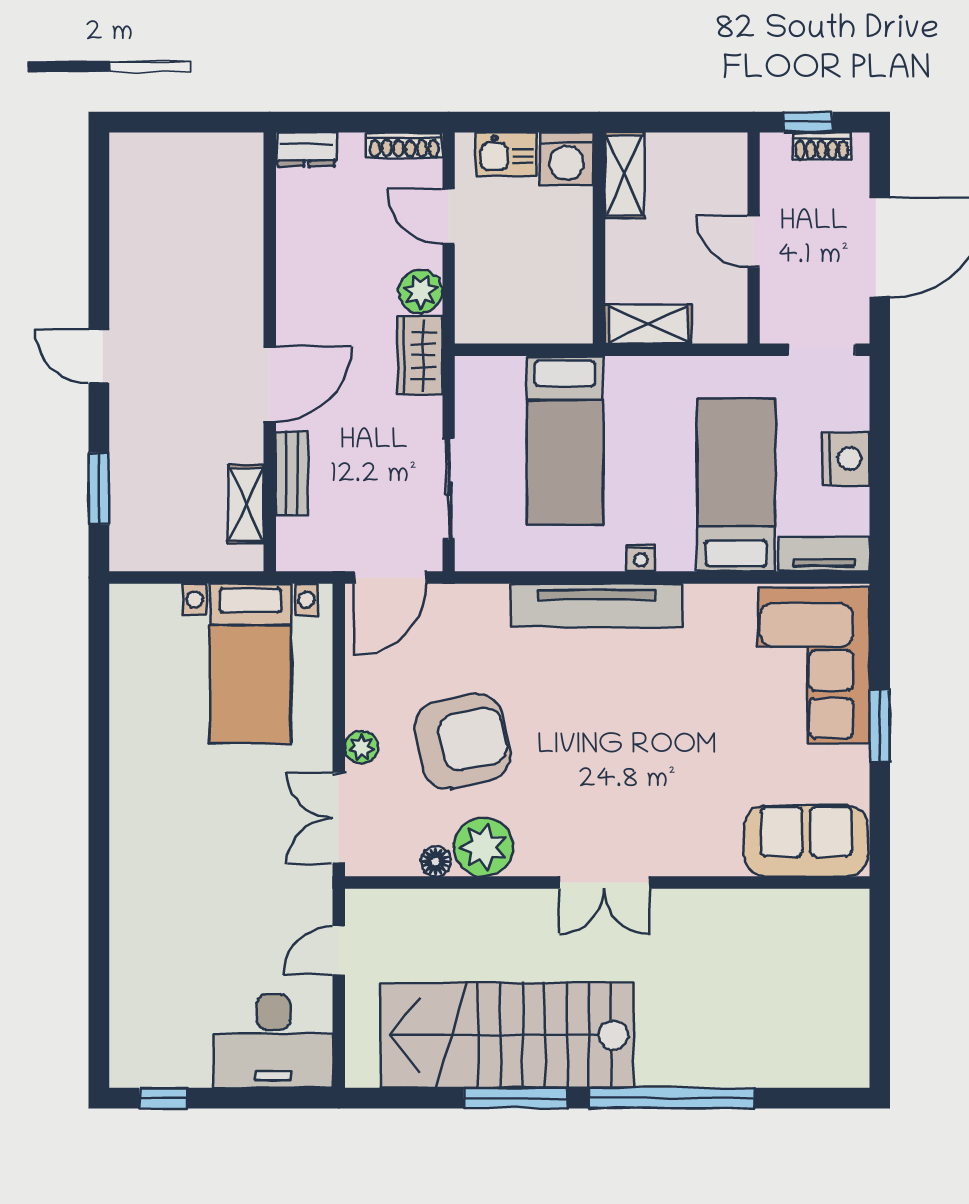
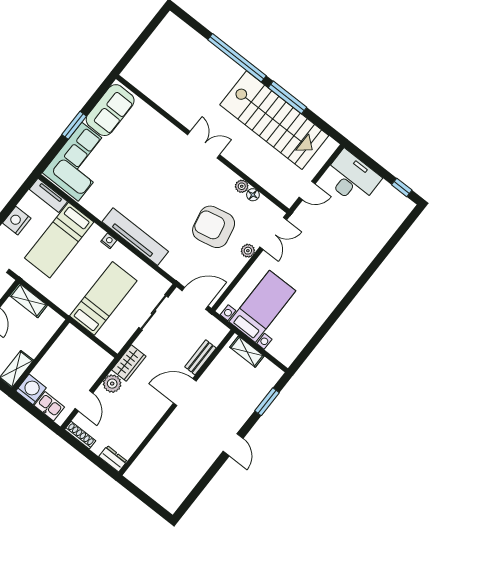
shelving: (648, 324) -> (28, 300), moved
shelving: (246, 504) -> (247, 352), moved, turned 90
sofa: (806, 841) -> (110, 110), moved, turned -90
plant: (483, 847) -> (242, 186), width x0.53, depth x0.53

